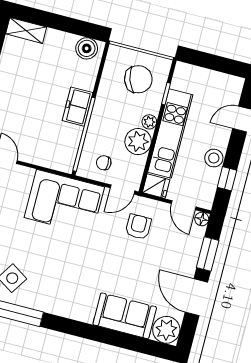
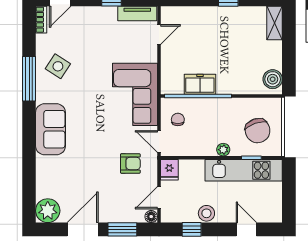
freezer: (77, 107) -> (200, 84), moved
kitchen unit: (170, 133) -> (244, 170), moved
plant: (138, 142) -> (204, 144), removed
sofa: (125, 316) -> (51, 129), moved

